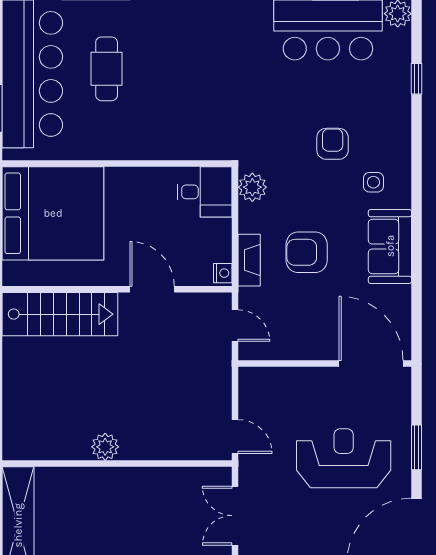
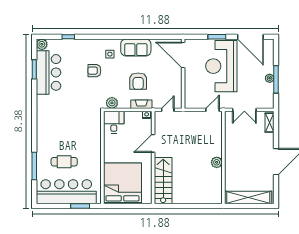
door: (371, 364) -> (183, 55), hinge flipped
reception desk: (344, 458) -> (221, 66), width x1.36, depth x1.30

